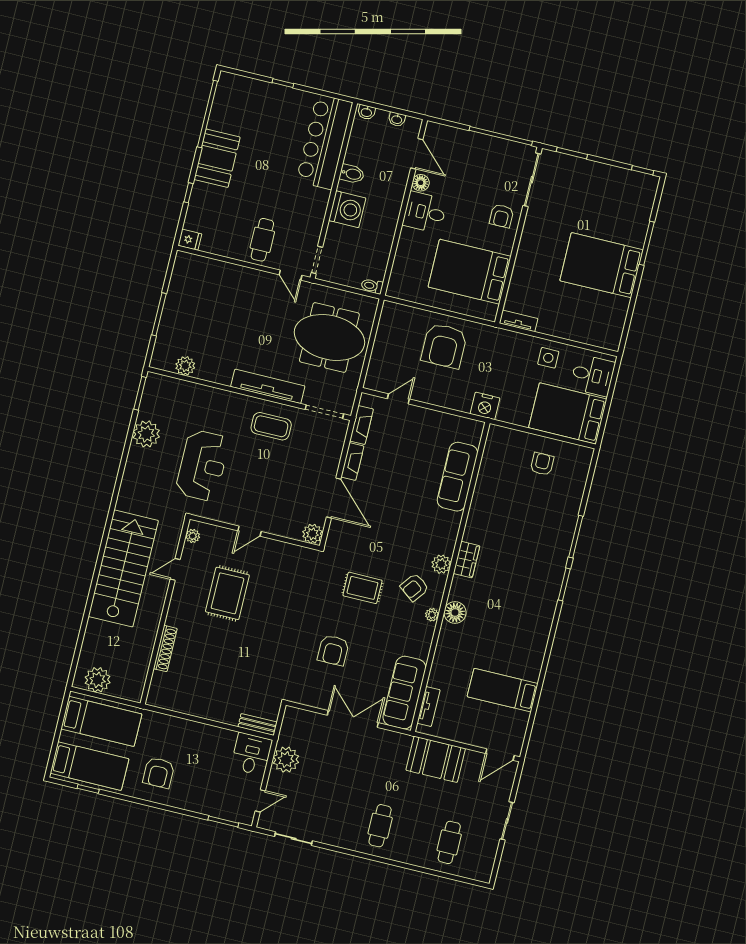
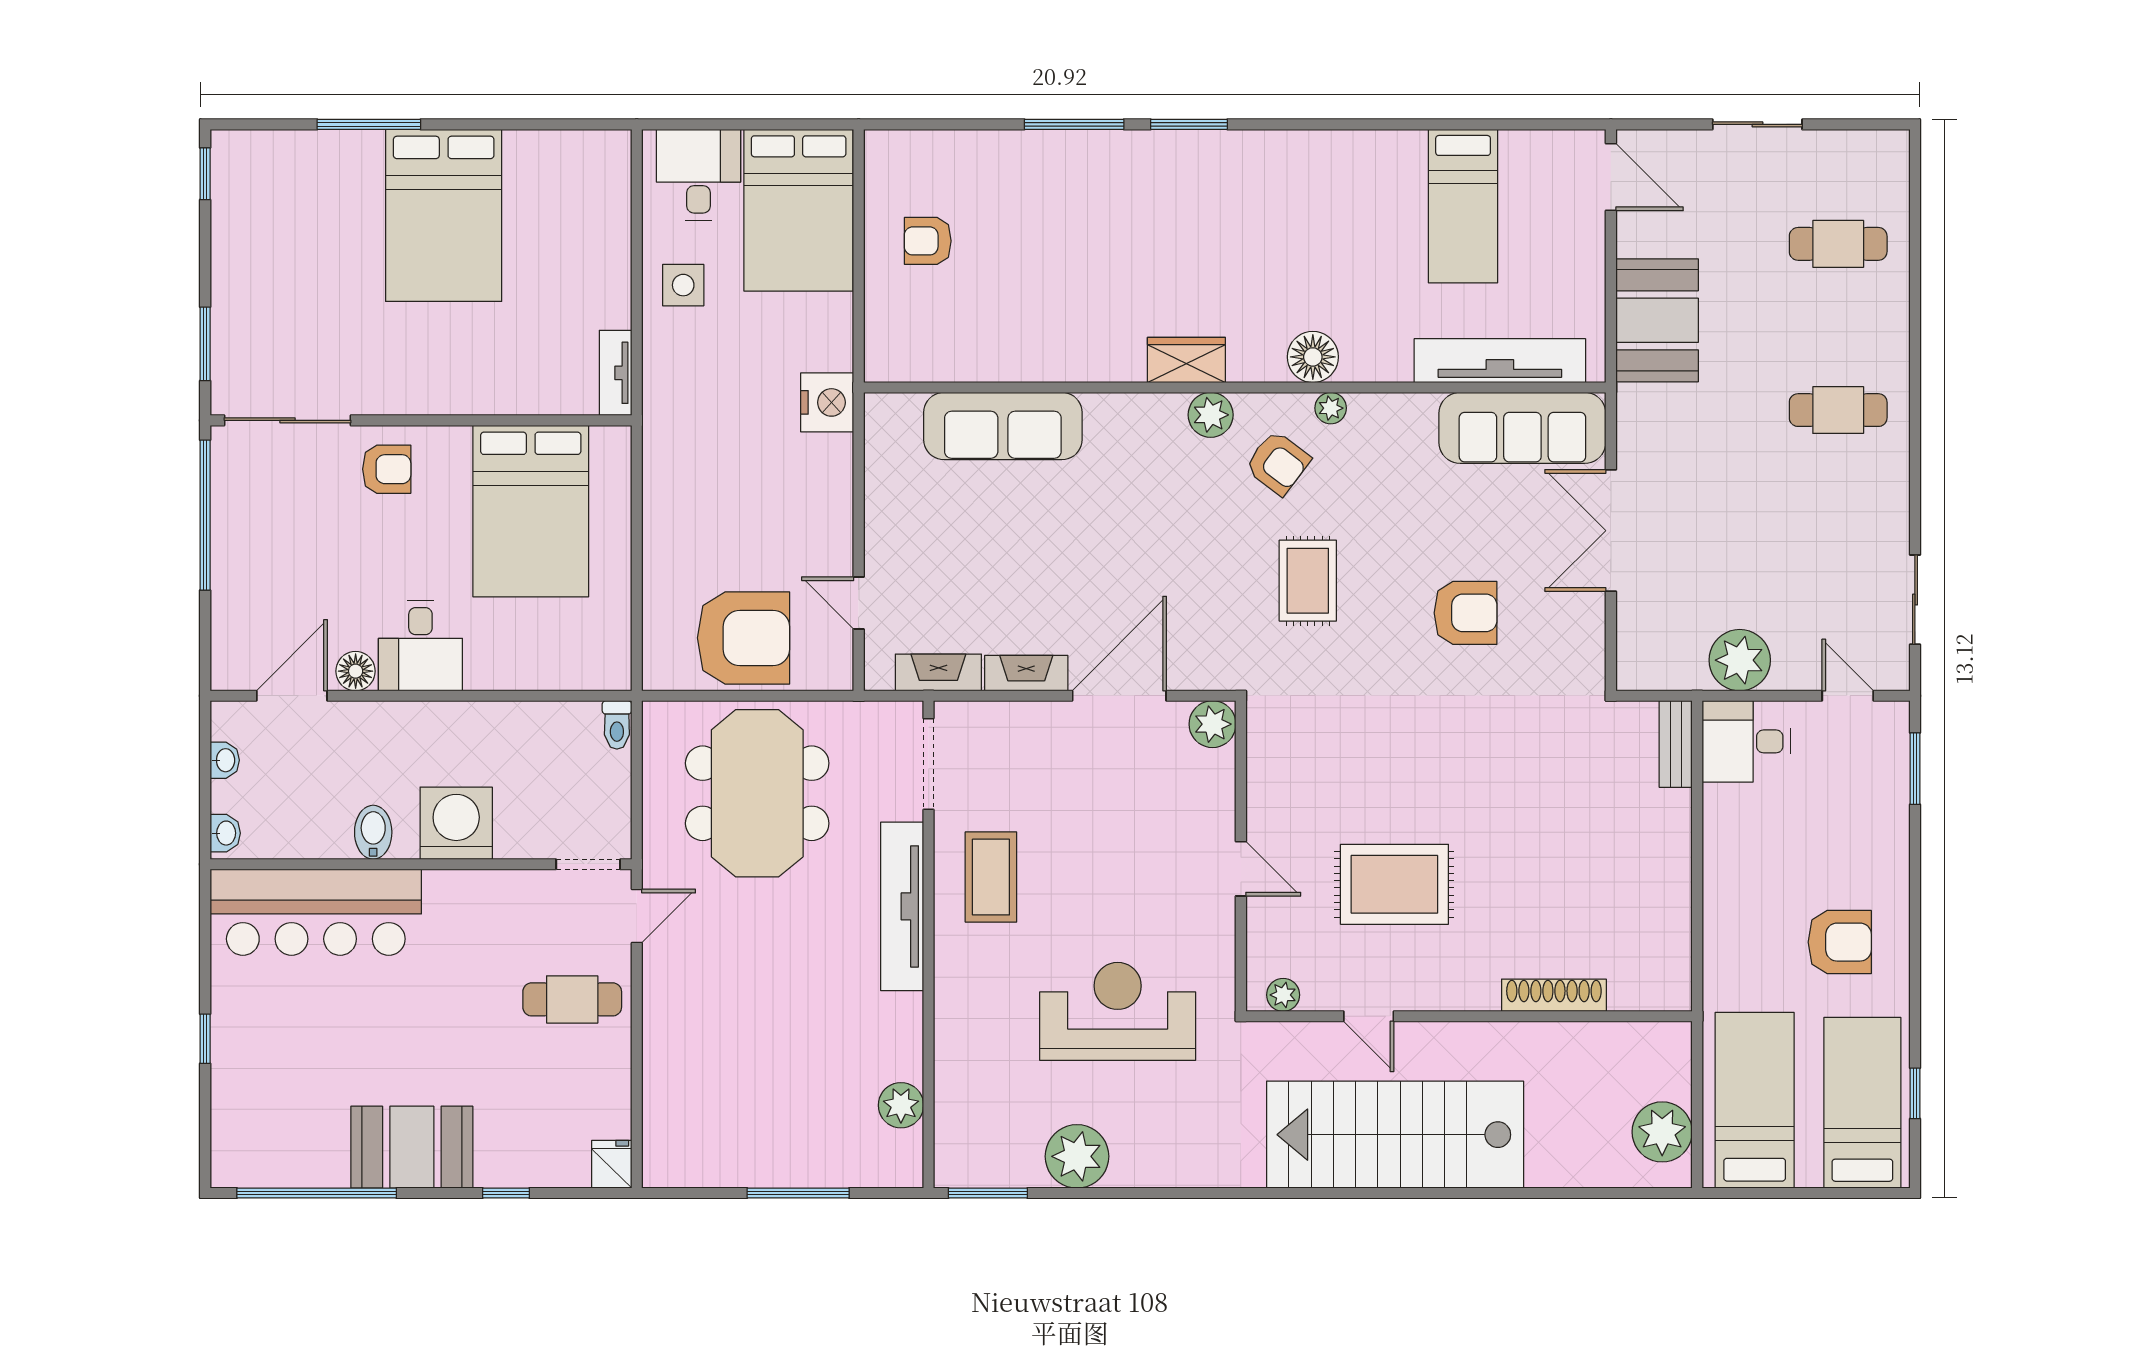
armchair: (444, 346) -> (743, 638), moved
tv unit: (429, 706) -> (1500, 361), width x1.92, depth x1.29

